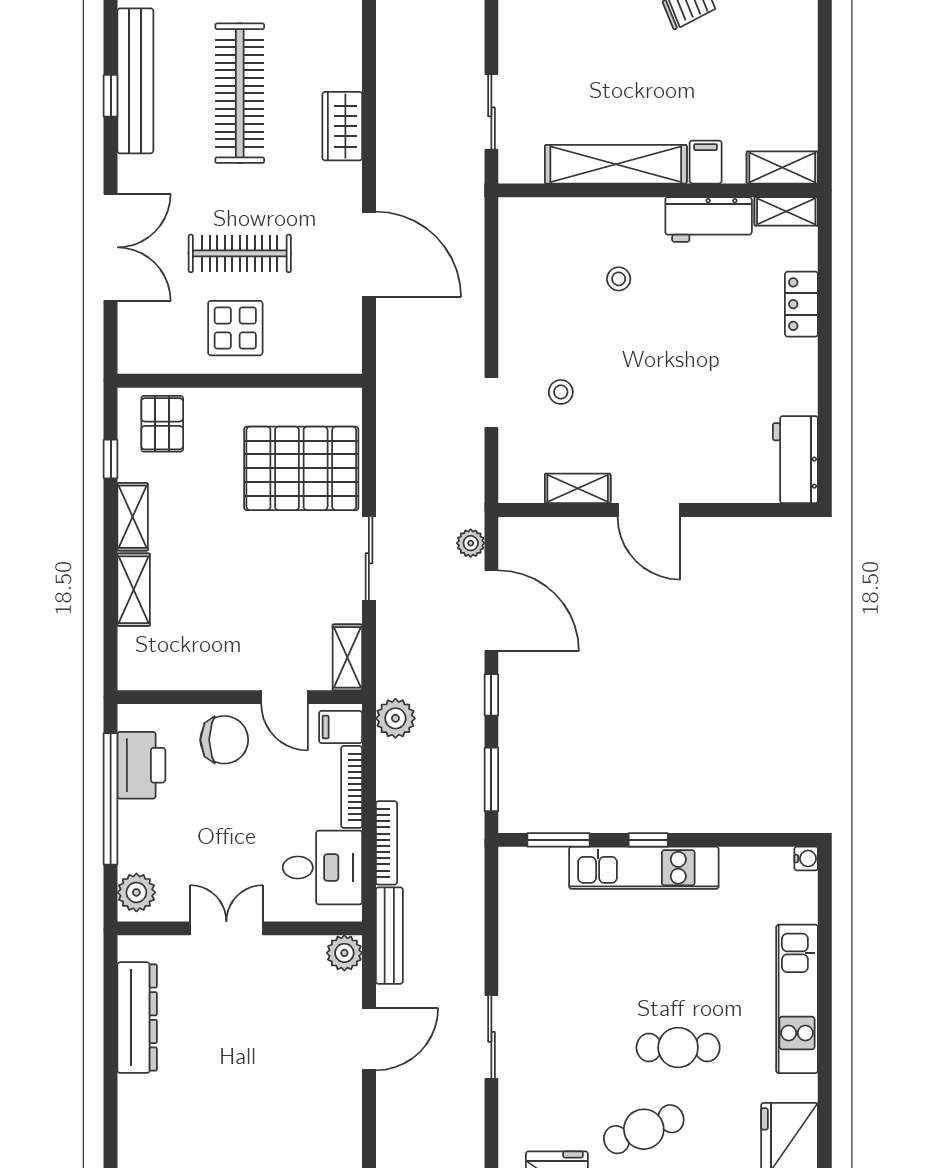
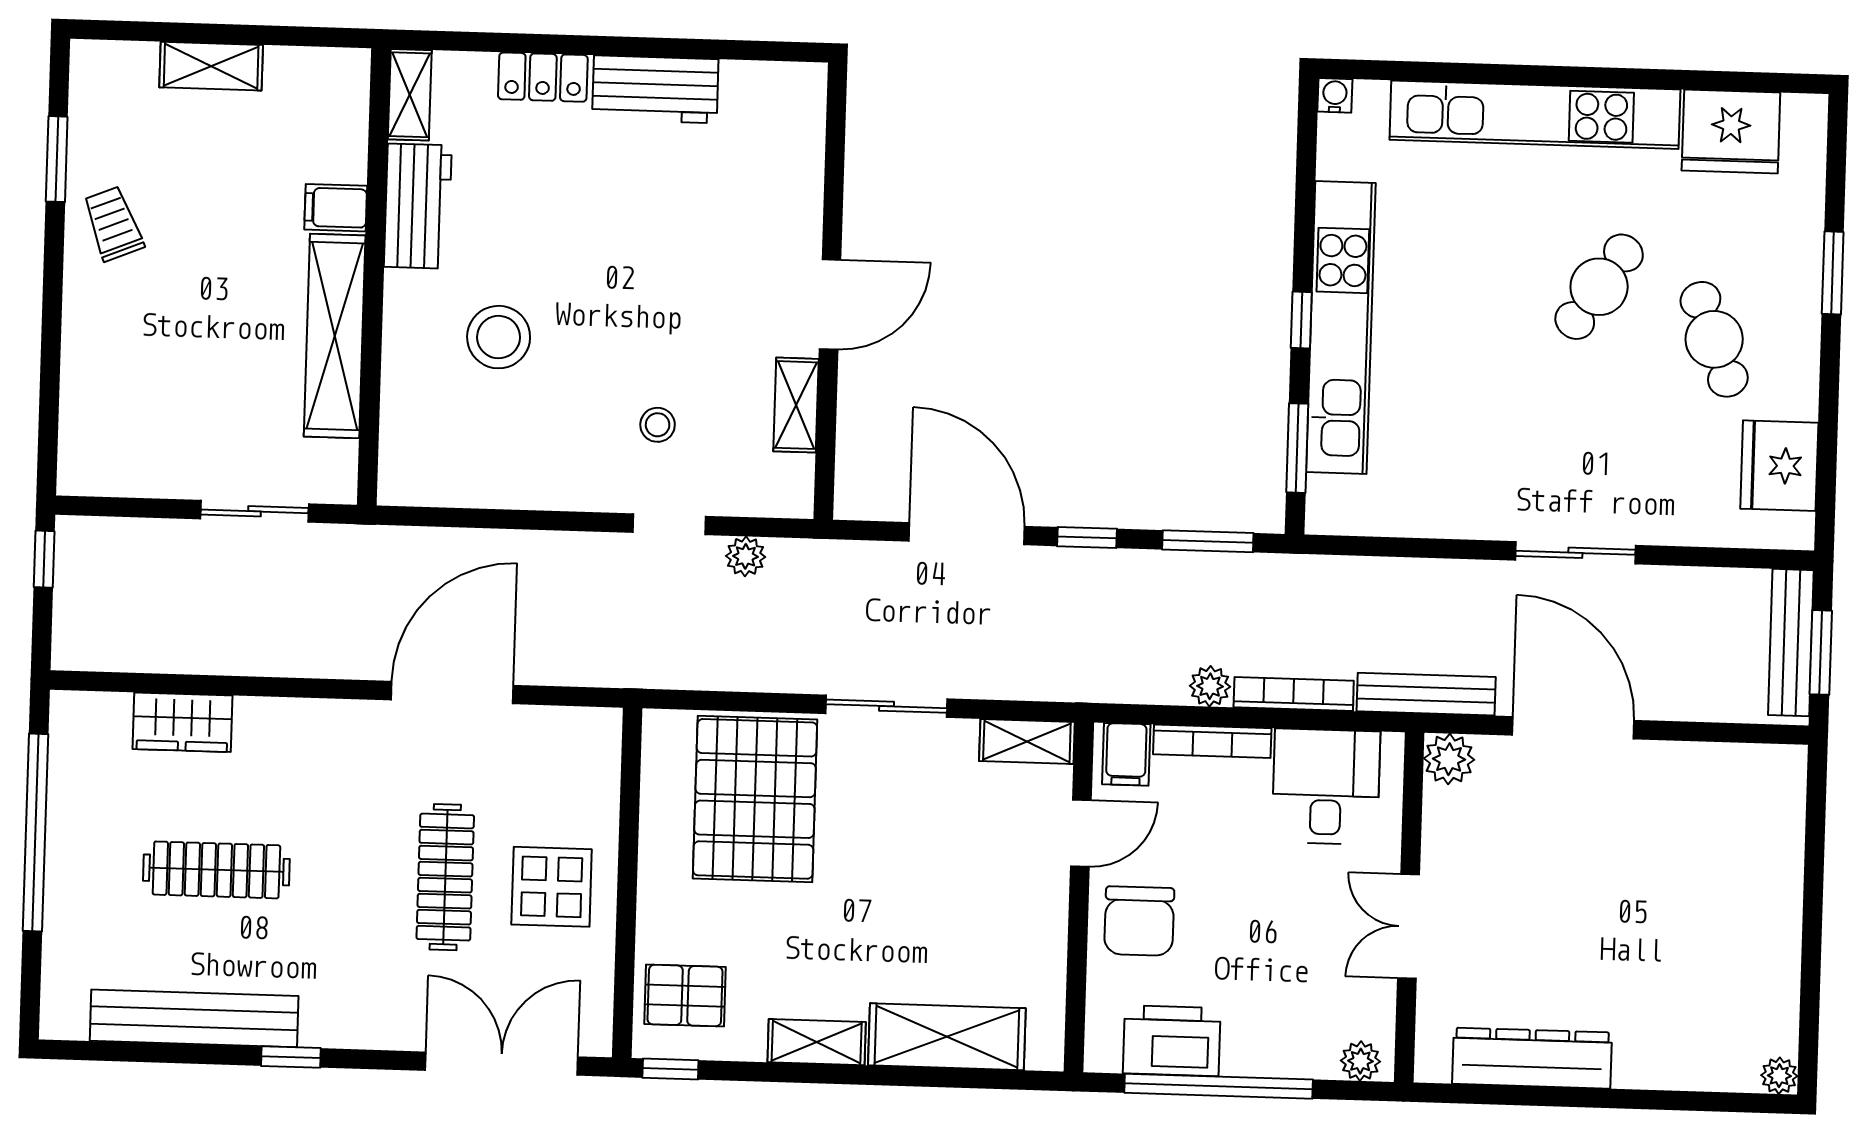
clothes rail: (240, 93) -> (216, 870), width x0.73, depth x0.76
window: (111, 96) -> (291, 1057), moved
wardrobe: (342, 126) -> (182, 722), moved
shelving: (782, 167) -> (211, 66), moved, turned 90
double door: (111, 247) -> (502, 1064), moved
stool: (619, 279) -> (499, 337), width x1.89, depth x1.89
window: (111, 459) -> (670, 1069), moved
workbench: (795, 460) -> (655, 89), moved
plant: (471, 543) -> (746, 556), moved
shelving: (134, 590) -> (947, 1037), width x1.50, depth x1.33
door: (491, 611) -> (967, 534), hinge flipped
plant: (395, 718) -> (1210, 686), moved, width x0.73, depth x0.73
chair: (224, 740) -> (1139, 921), turned 180
kitchen unit: (644, 868) -> (1341, 327), width x1.36
plant: (136, 892) -> (1360, 1061), width x0.73, depth x0.73
kitchen unit: (797, 999) -> (1535, 115), width x1.36
door: (369, 1039) -> (1573, 728), width x1.36
cafe table: (678, 1048) -> (1599, 287), turned 34

